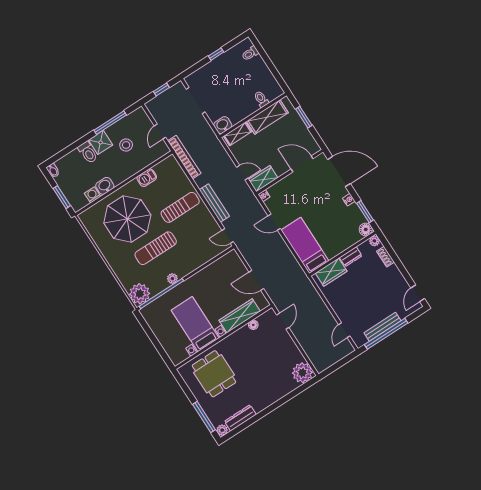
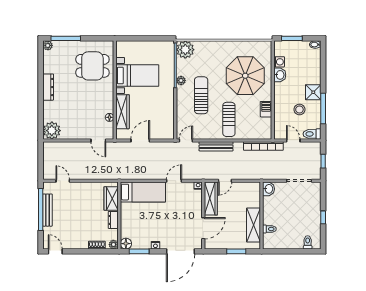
shelving: (238, 134) -> (255, 196), removed
toilet: (88, 152) -> (312, 134), moved
wardrobe: (263, 179) -> (211, 199), width x1.50
sun lounger: (156, 248) -> (201, 95), moved
dresser: (240, 418) -> (48, 87), moved

